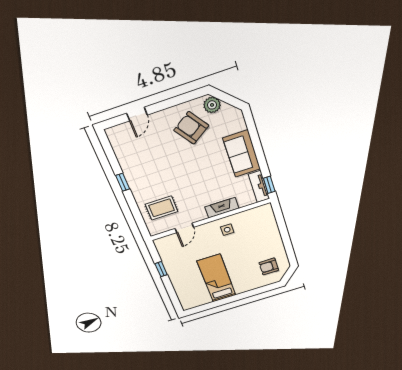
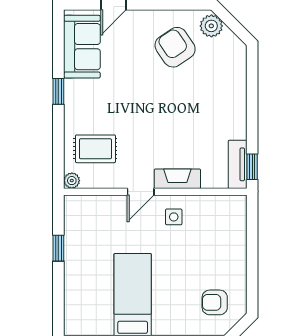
sofa: (242, 154) -> (82, 47), moved, turned 180
door: (184, 228) -> (141, 192), moved
plant: (154, 231) -> (72, 181), added

